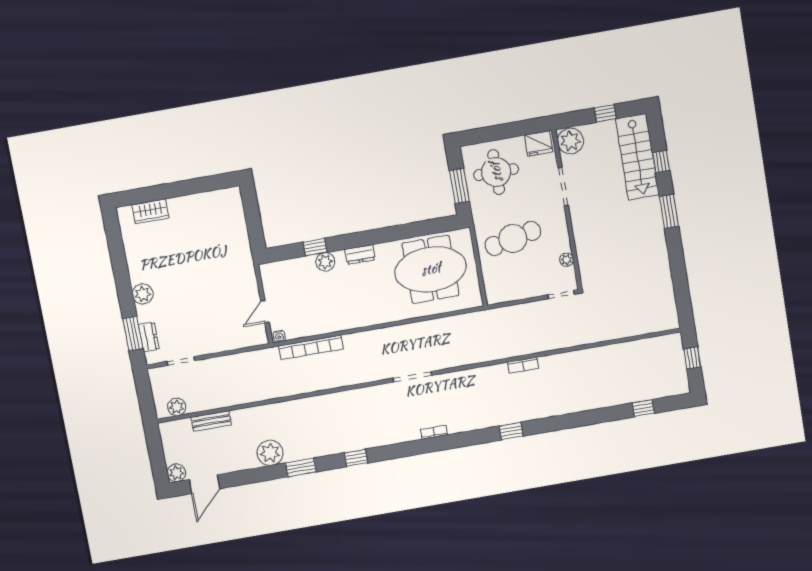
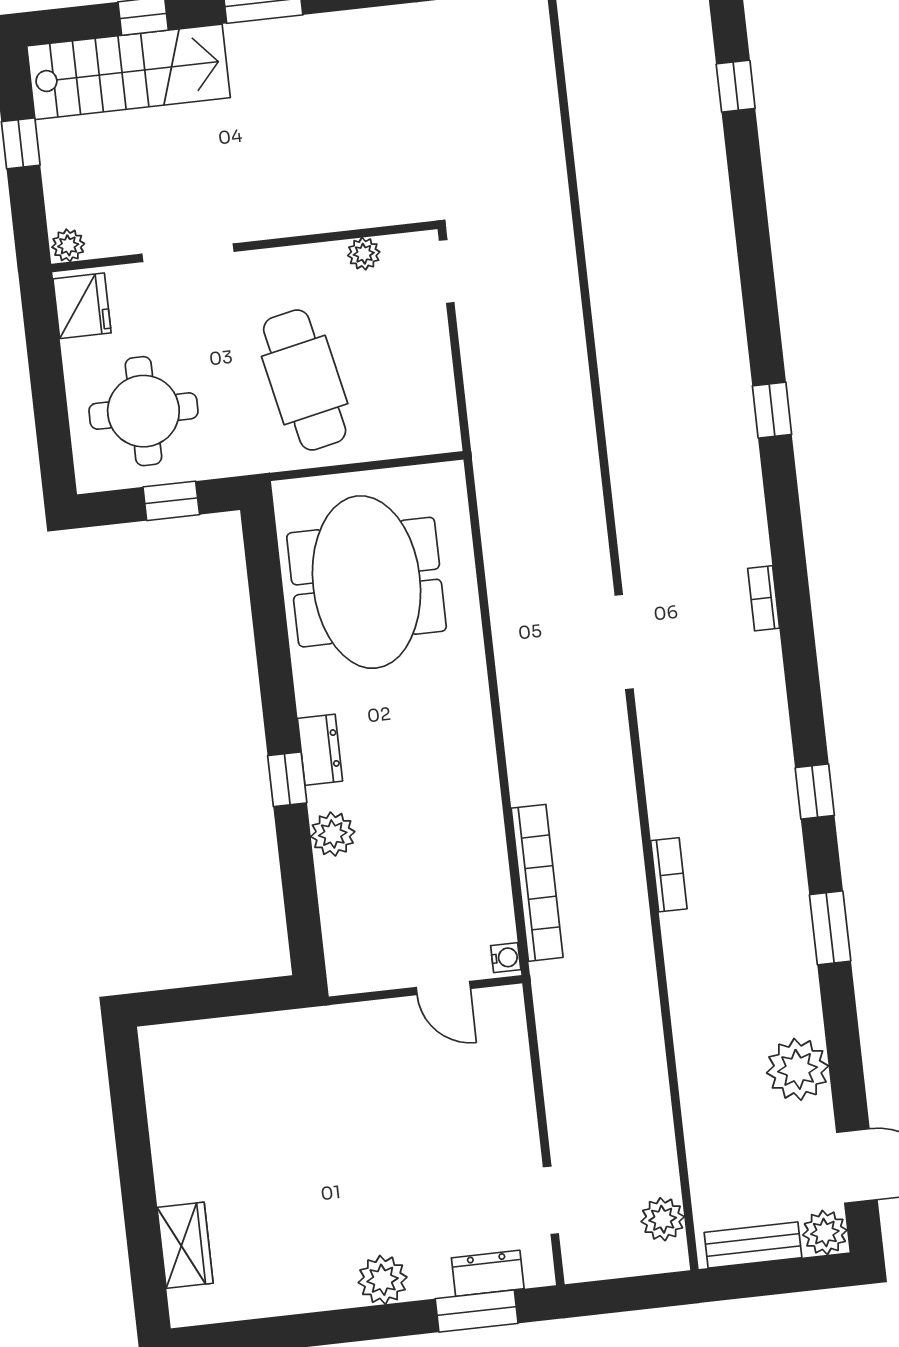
plant: (570, 141) -> (68, 245), width x0.53, depth x0.53
window: (459, 186) -> (171, 501), width x0.67
window: (315, 247) -> (287, 779), moved
bookcase: (523, 365) -> (669, 875), moved
bench: (211, 421) -> (753, 1245), moved, turned 90
plant: (270, 453) -> (798, 1069), moved

